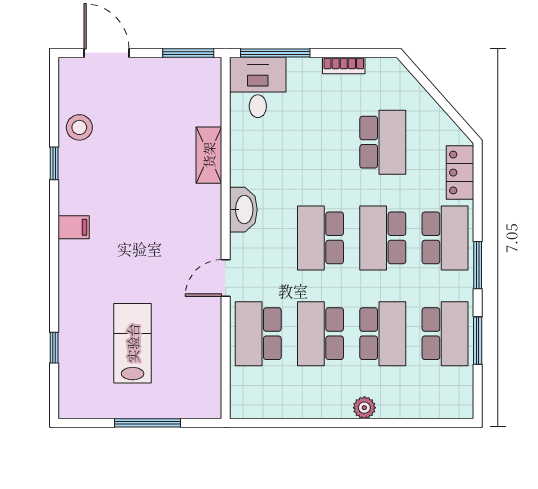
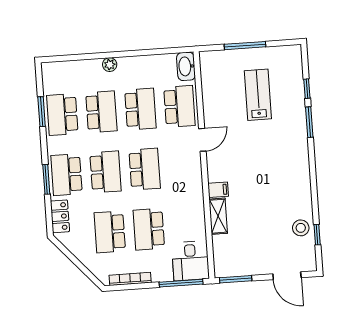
bookcase: (344, 65) -> (130, 279), width x1.56
school desk: (320, 142) -> (149, 229), added
window: (54, 163) -> (317, 235), moved
washbasin: (243, 210) -> (186, 66), moved
filing cabinet: (74, 227) -> (218, 190), moved, turned 180
window: (478, 265) -> (46, 179), moved
window: (54, 294) -> (309, 122), added
school desk: (383, 334) -> (101, 112), turned 180
lab bench: (133, 343) -> (258, 95), turned 180

